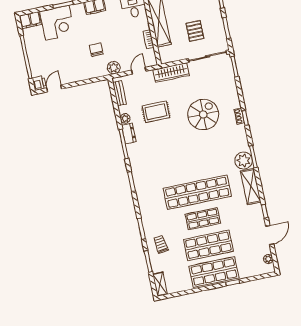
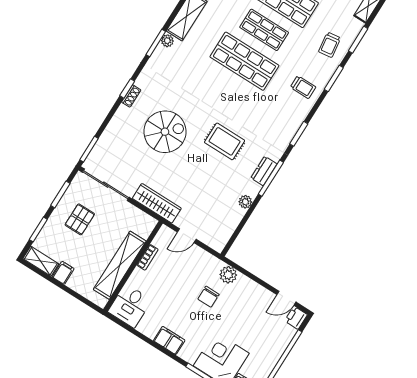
pallet: (195, 31) -> (80, 219), moved
plant: (114, 68) -> (228, 275), moved
bench: (120, 93) -> (227, 232), removed
rug: (156, 112) -> (225, 141), moved
spiral stairs: (203, 114) -> (165, 132), turned 180
dresser: (129, 133) -> (264, 171), moved
plant: (244, 161) -> (167, 41), width x0.53, depth x0.53
shop shelf: (197, 192) -> (244, 61), width x0.71
trolley: (153, 208) -> (303, 87), added

